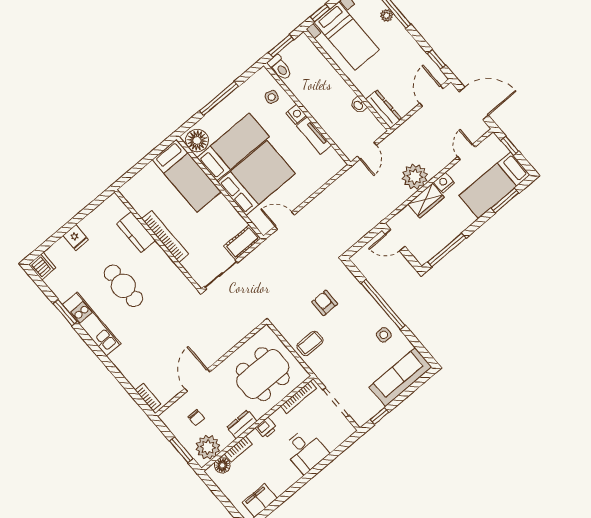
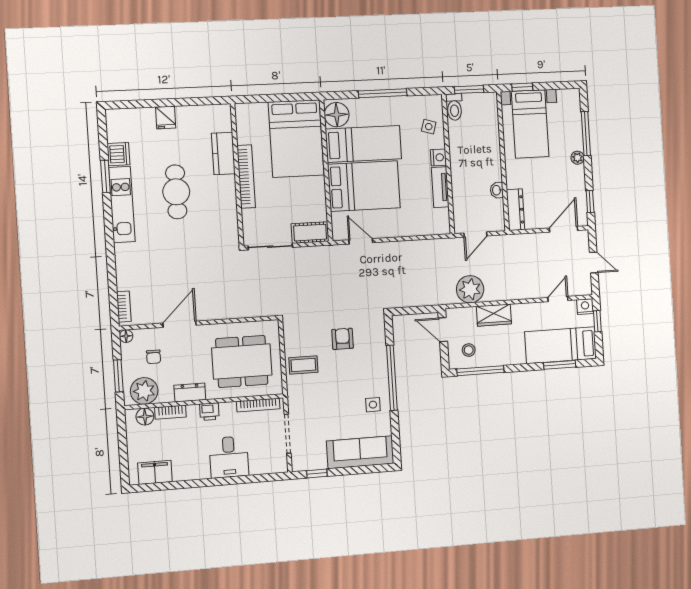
plant: (387, 15) -> (578, 158), moved
door: (474, 103) -> (594, 262), width x0.53
bed: (187, 176) -> (296, 139), width x1.50
plant: (415, 177) -> (470, 289), moved
nightstand: (444, 183) -> (585, 307), moved
stool: (426, 241) -> (469, 350), added
dishwasher: (42, 266) -> (118, 154), moved
floor lamp: (165, 417) -> (126, 336), added

